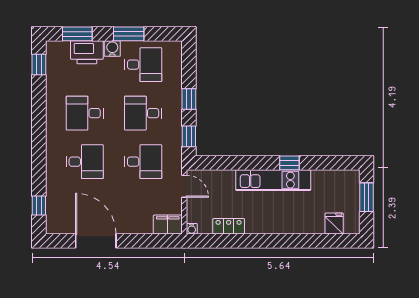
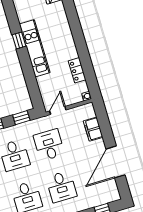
desk: (85, 162) -> (61, 187), turned 180
filing cabinet: (168, 225) -> (93, 129), moved

